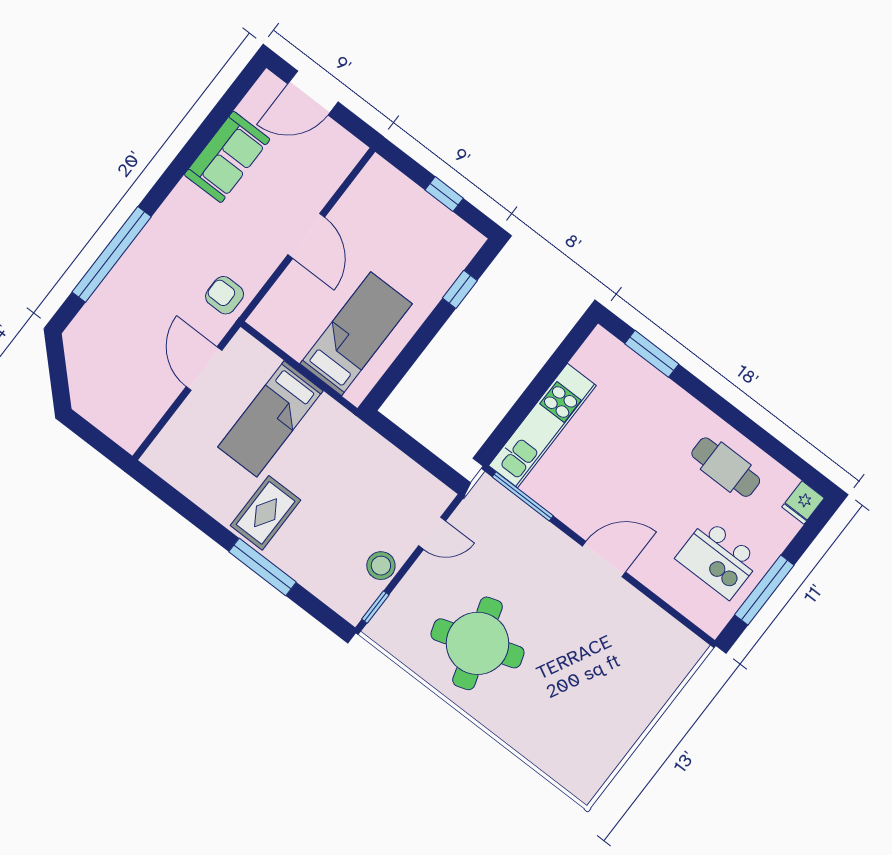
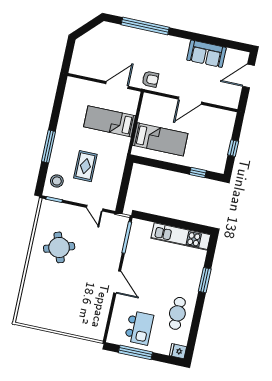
door: (313, 93) -> (249, 76), hinge flipped
armchair: (225, 295) -> (150, 79), turned 90
window: (652, 354) -> (205, 280), moved
kitchen unit: (542, 426) -> (181, 236), moved
rug: (266, 513) -> (85, 166), moved, turned 90
kitchen island: (718, 559) -> (139, 328), turned 180
stool: (381, 566) -> (57, 181), moved
round table: (478, 643) -> (59, 247), width x0.73, depth x0.73

